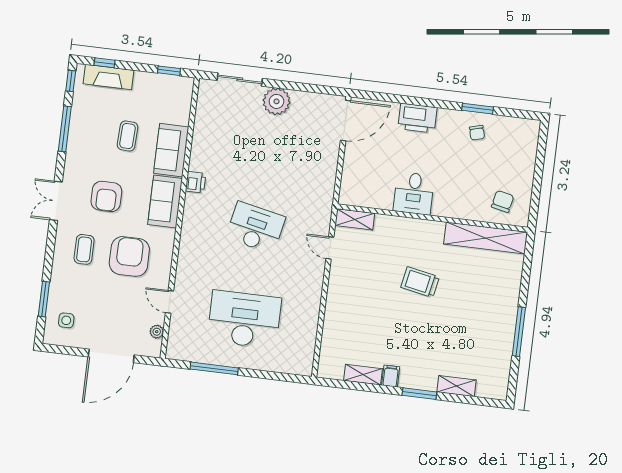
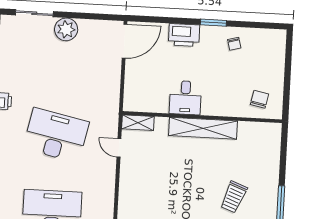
window: (478, 109) -> (213, 23), moved
desk: (256, 227) -> (56, 135), width x1.36, depth x1.30
shelving: (486, 238) -> (203, 128), moved
trolley: (420, 282) -> (234, 197), moved, turned -80

